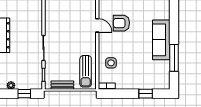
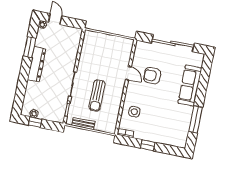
sofa: (161, 40) -> (190, 85), moved
sun lounger: (86, 71) -> (97, 96), moved
window: (24, 94) -> (35, 122), moved
window: (146, 94) -> (148, 145), moved

